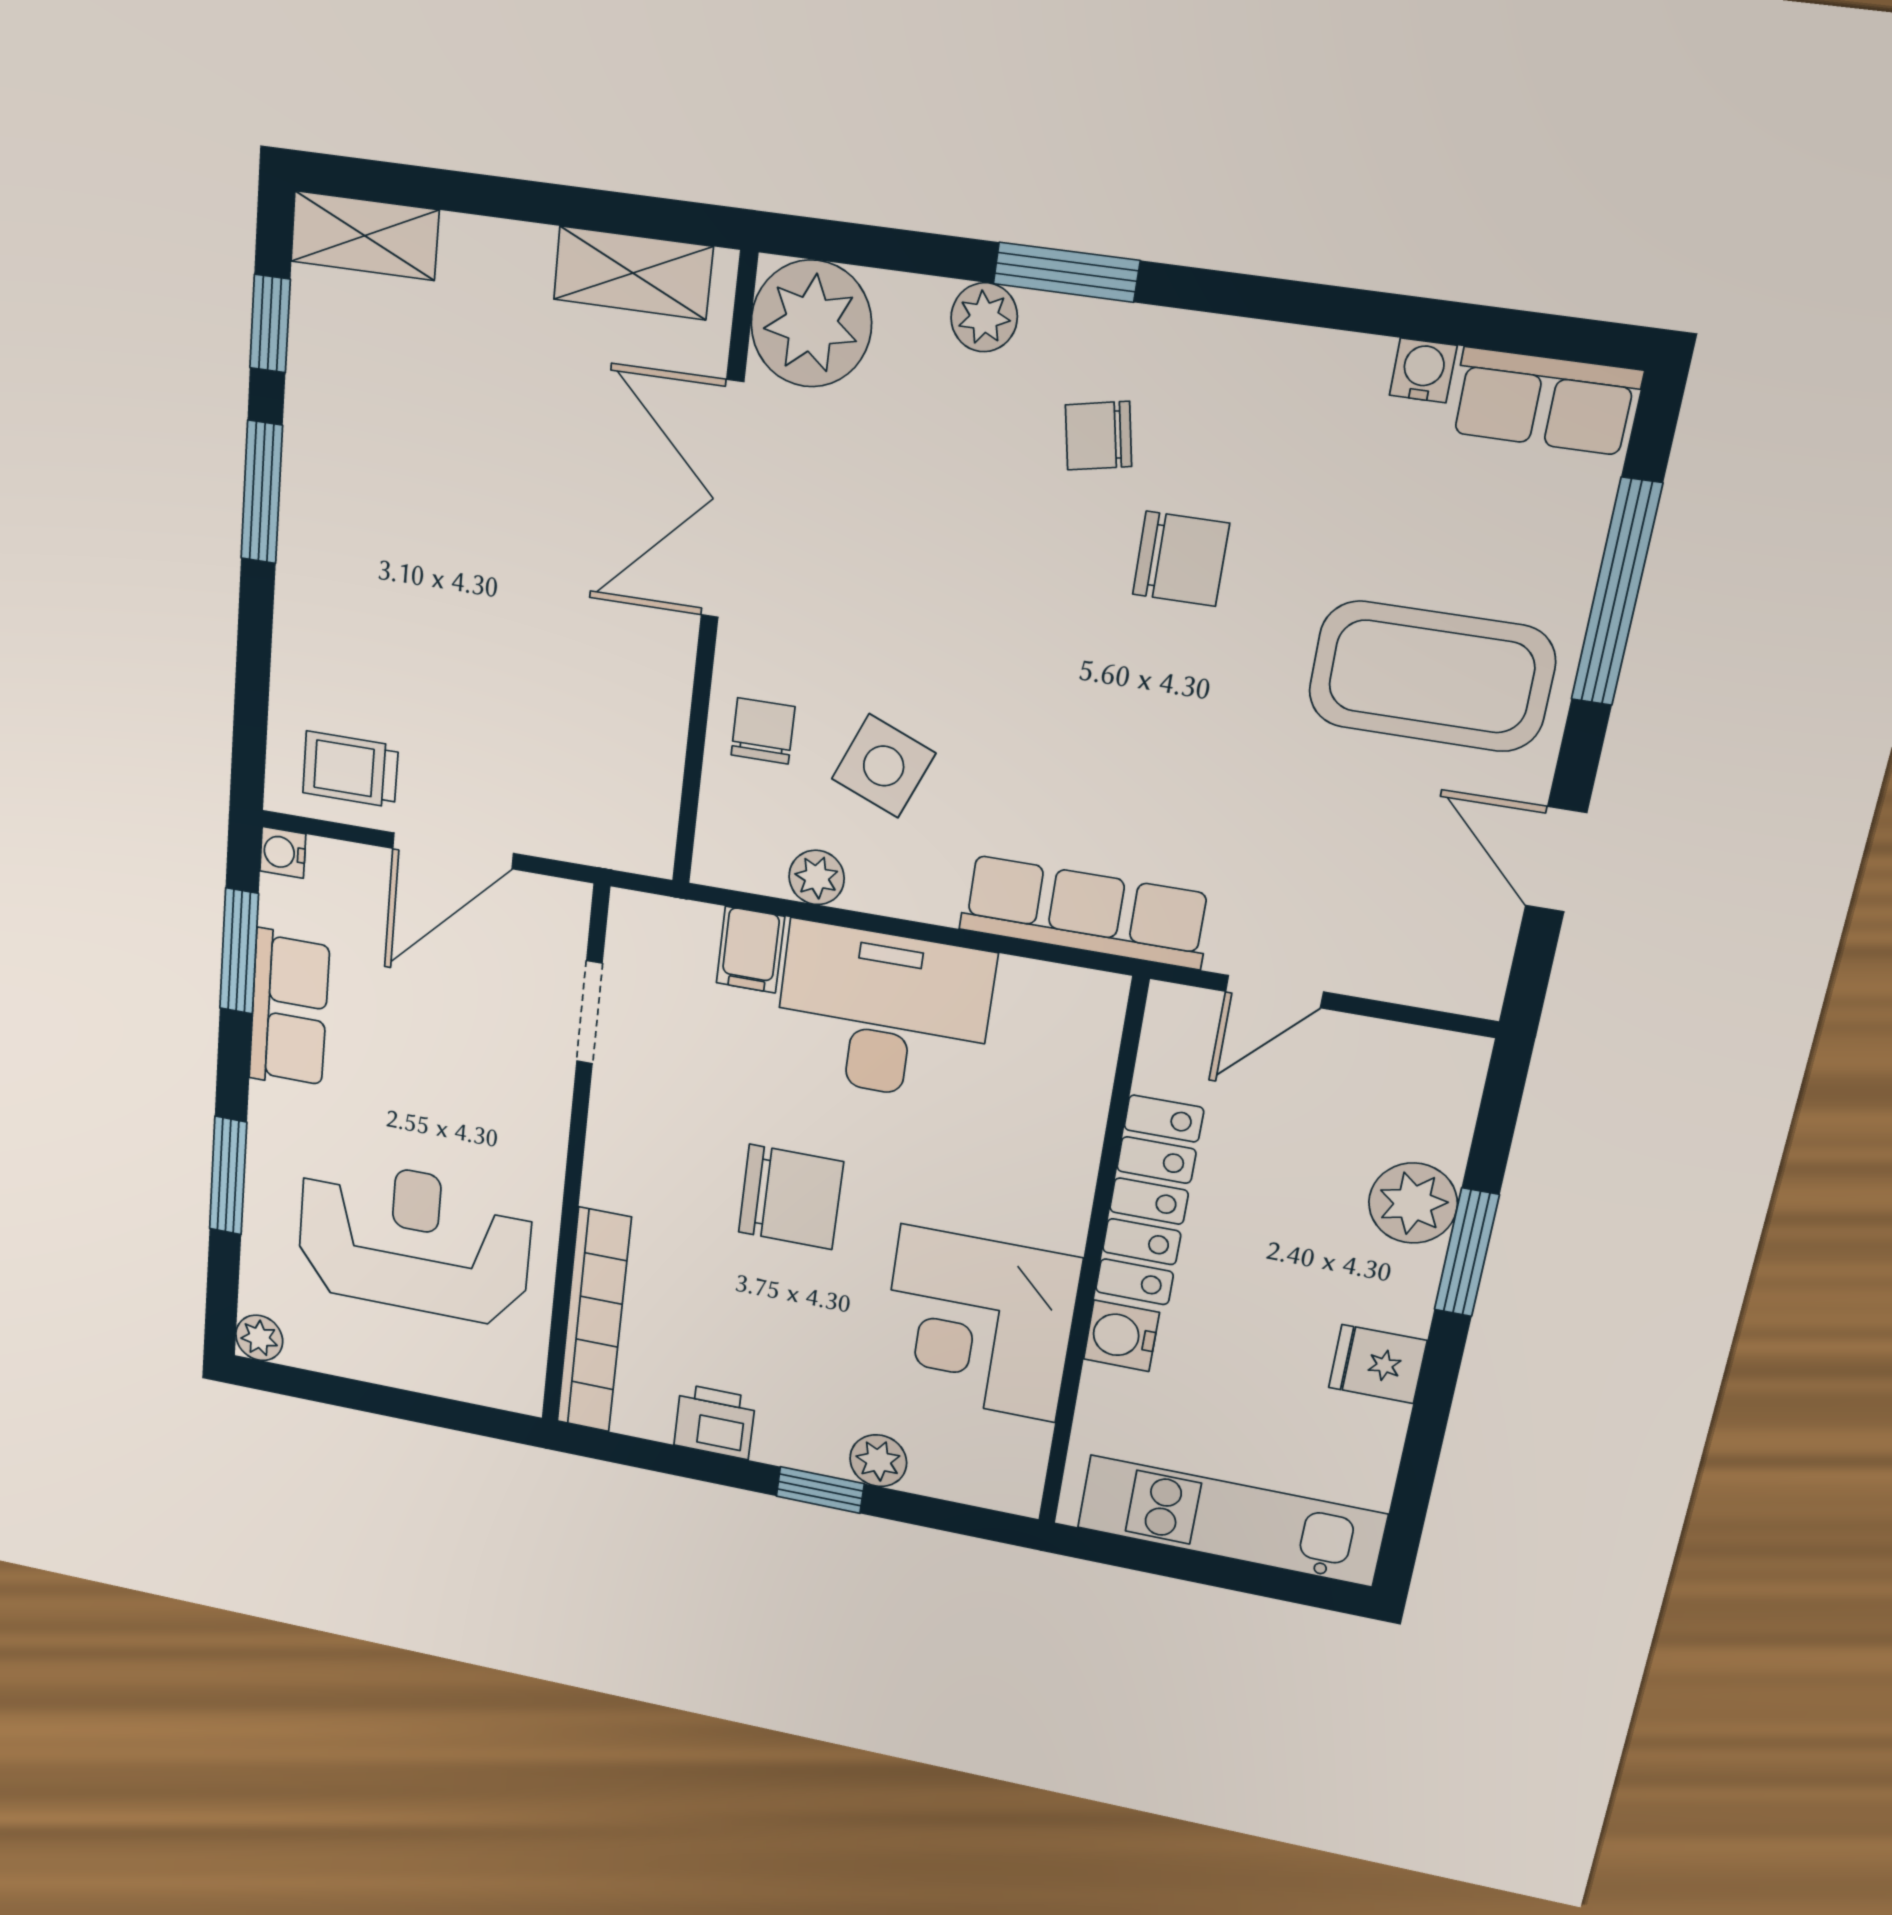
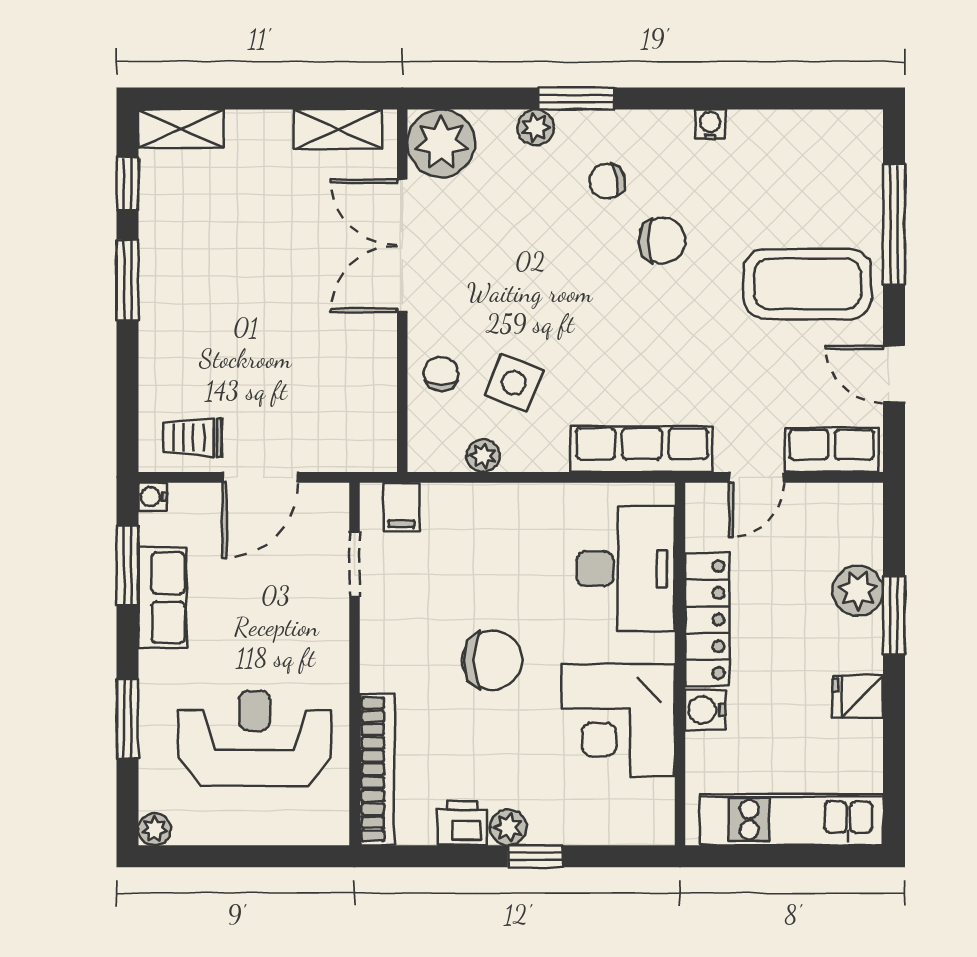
water cooler: (1423, 370) -> (710, 124), moved
row of seats: (1545, 401) -> (832, 450), moved, turned 180
filing cabinet: (750, 950) -> (401, 507), moved
desk: (883, 1013) -> (626, 569), moved, turned 90
plant: (878, 1461) -> (508, 827), moved

